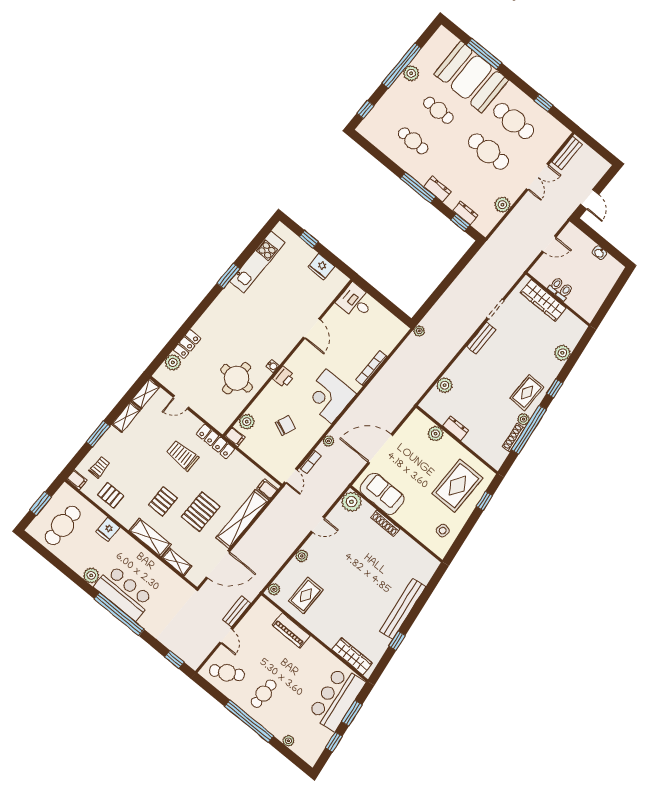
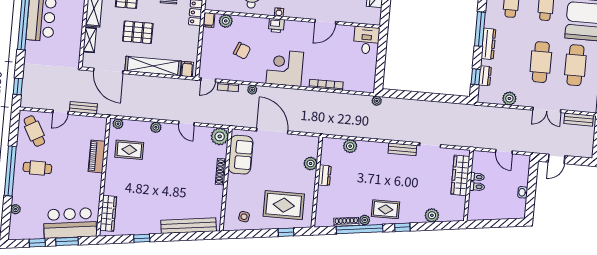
dresser: (437, 189) -> (488, 44), width x1.44
bench: (403, 609) -> (189, 226), moved

